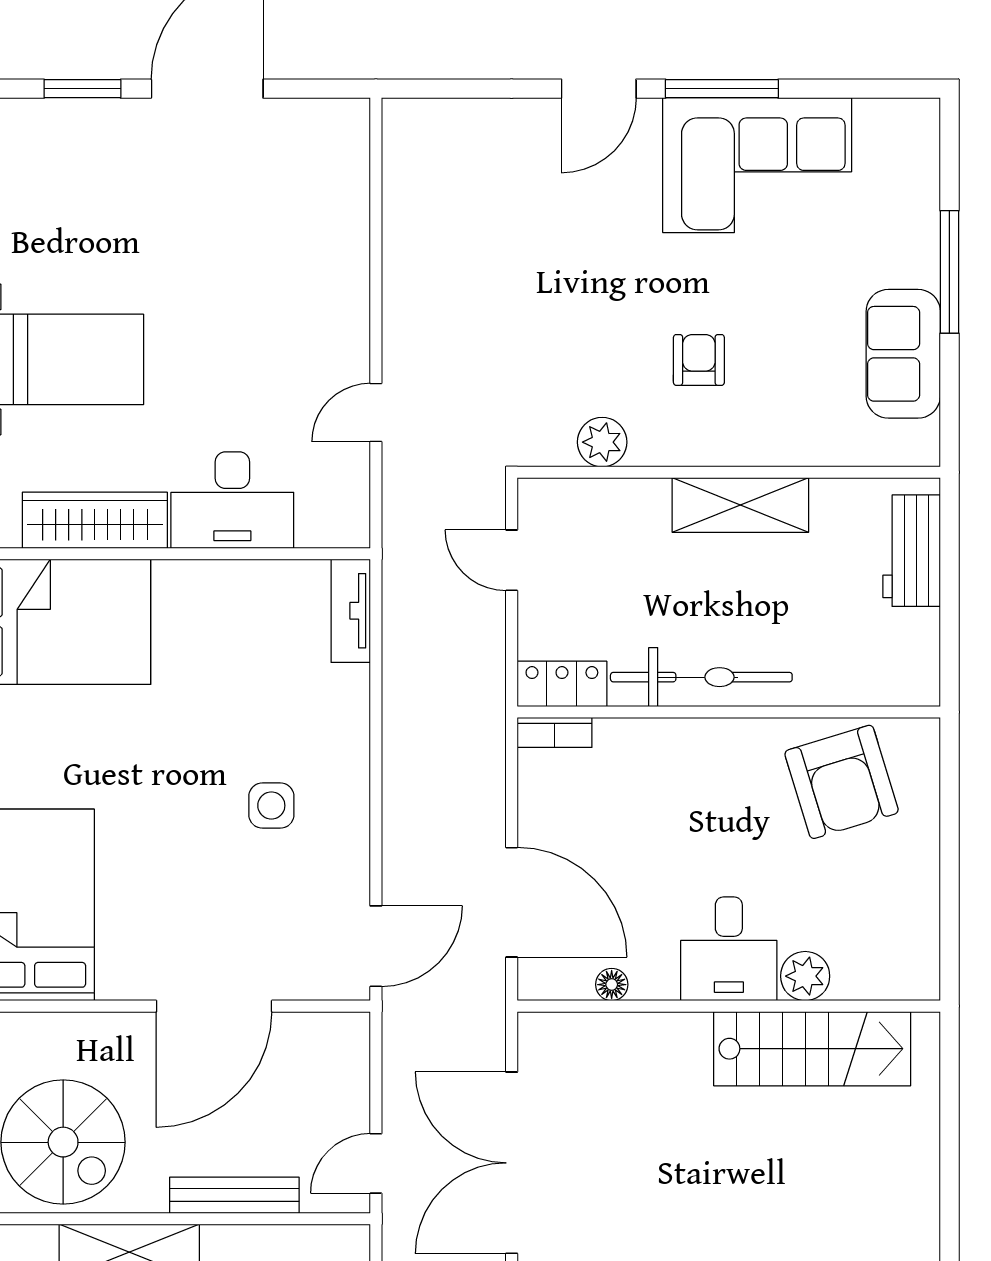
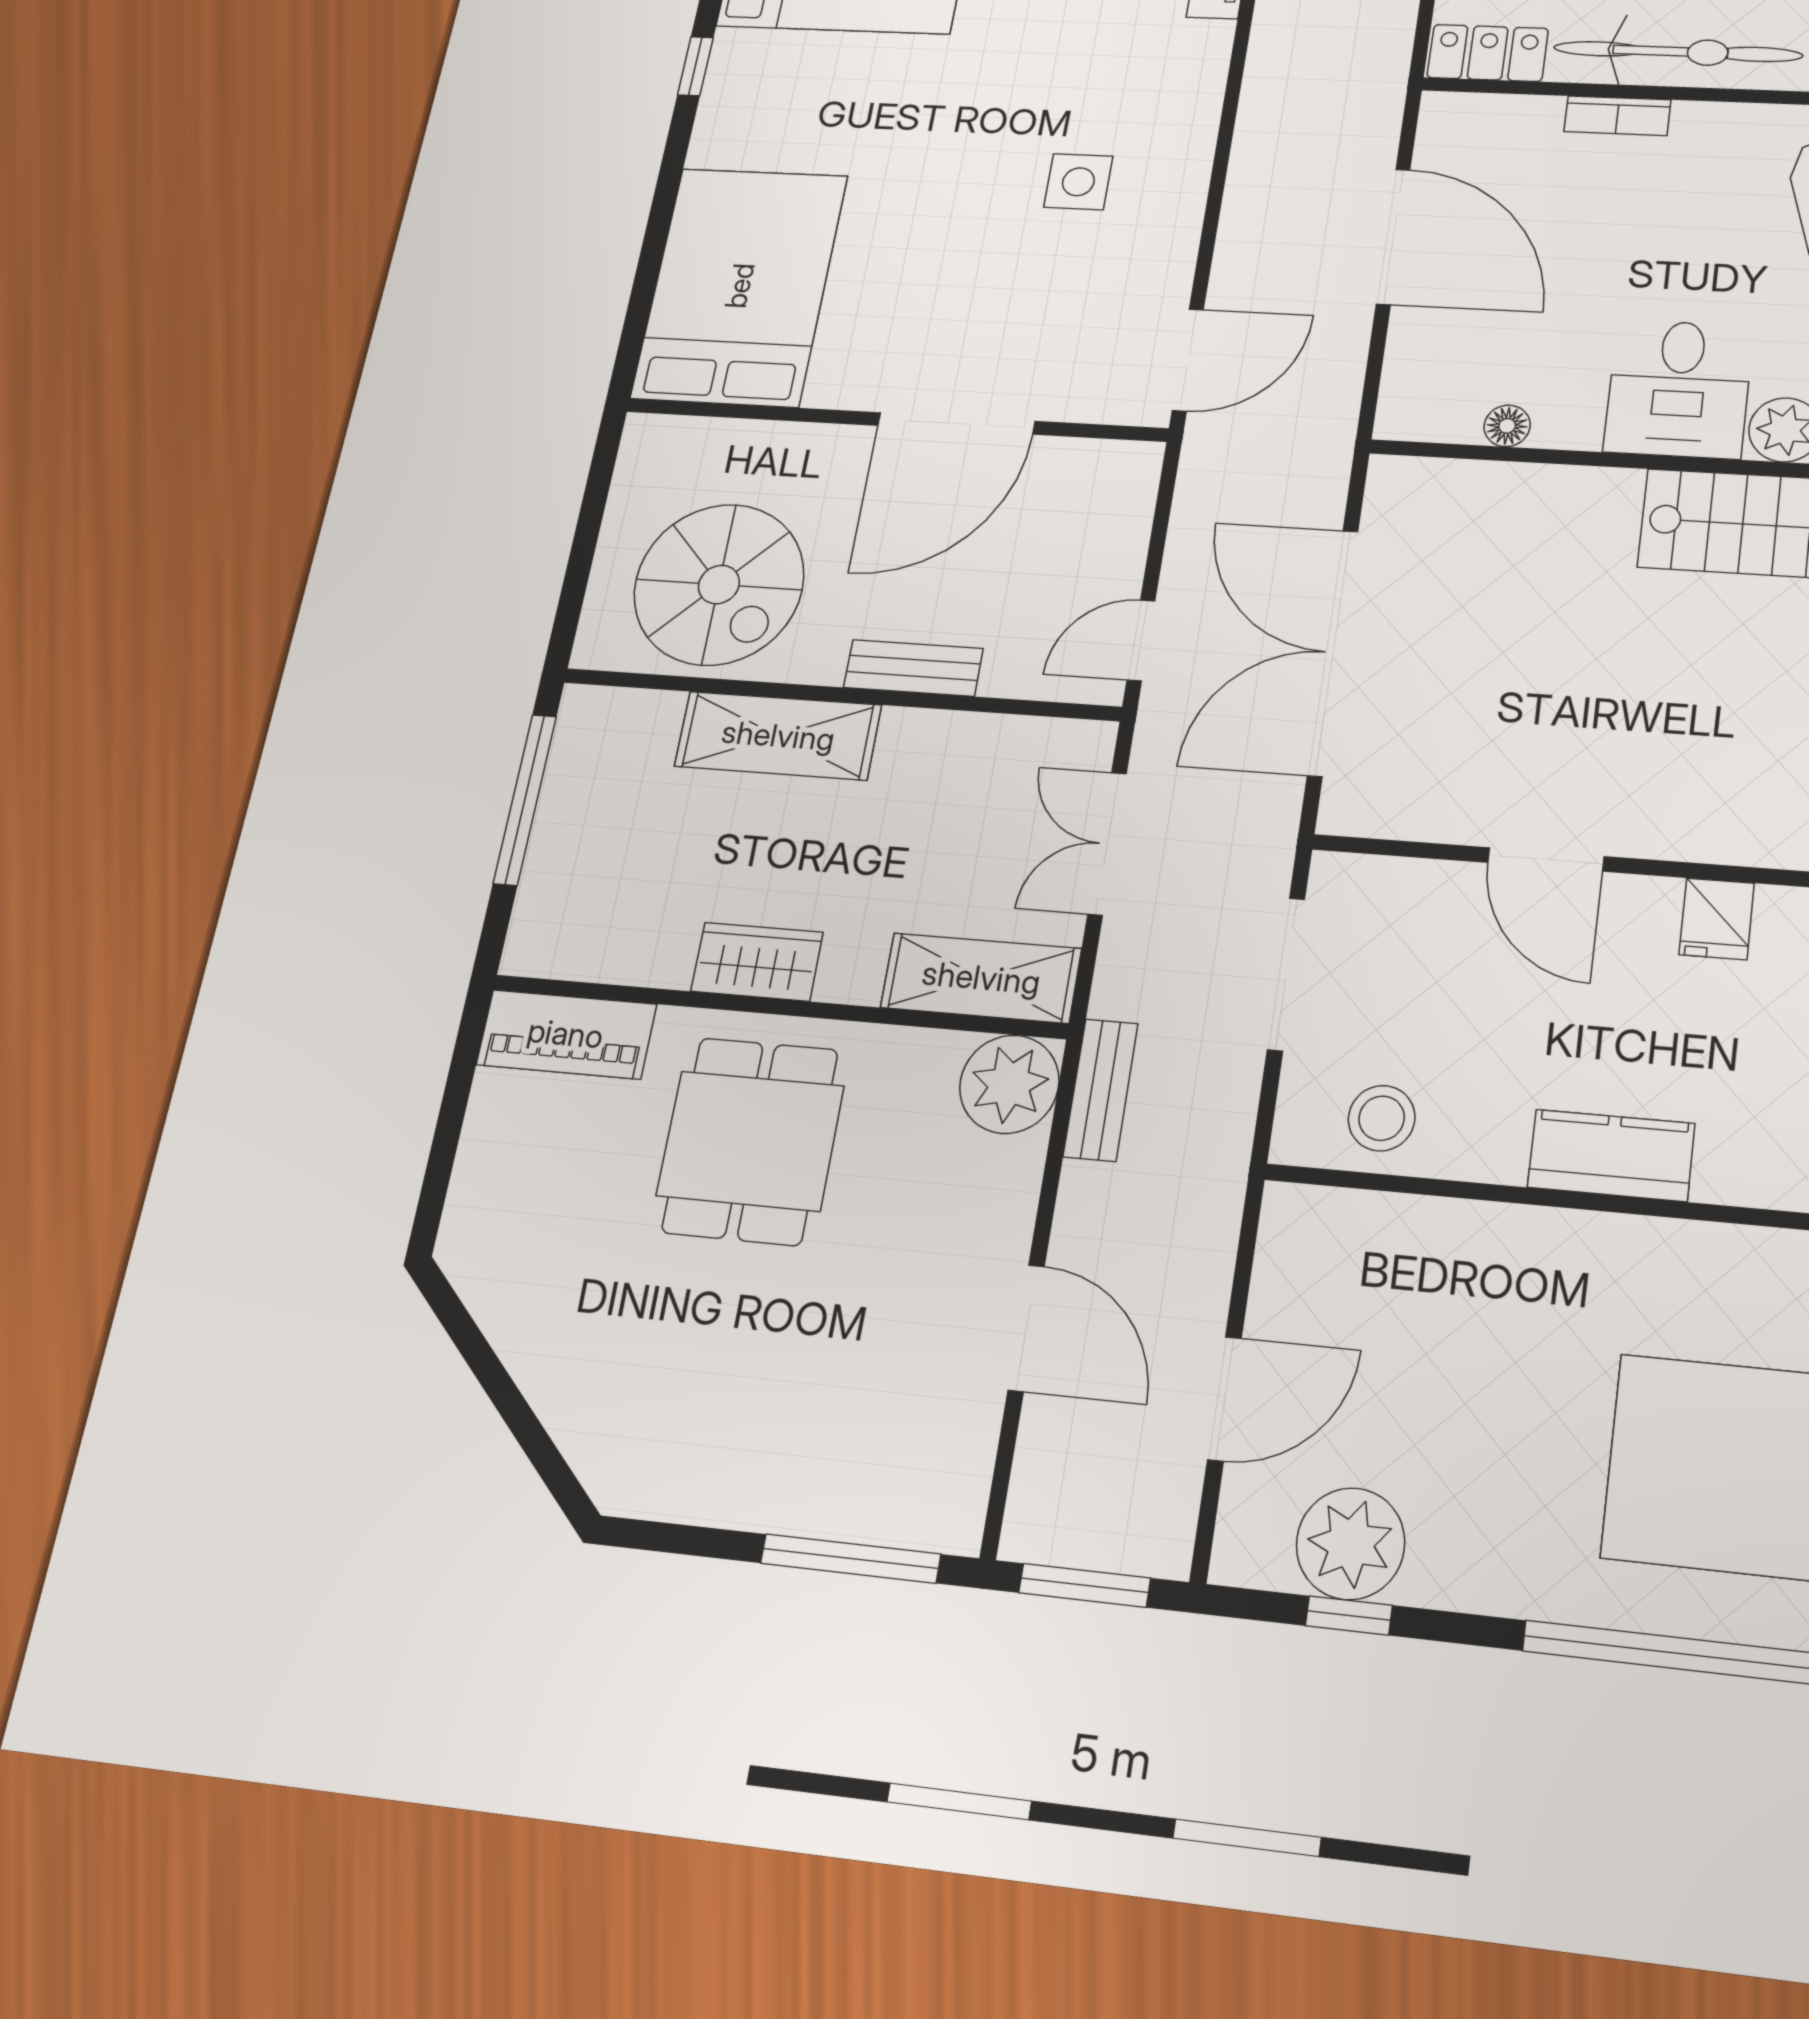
bookcase: (554, 732) -> (1617, 116), moved
door: (512, 902) -> (1393, 237), moved
bench: (234, 1195) -> (913, 668), width x0.73

